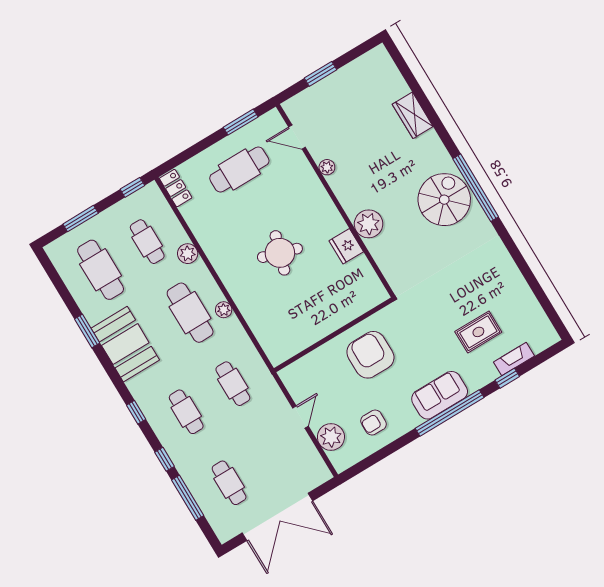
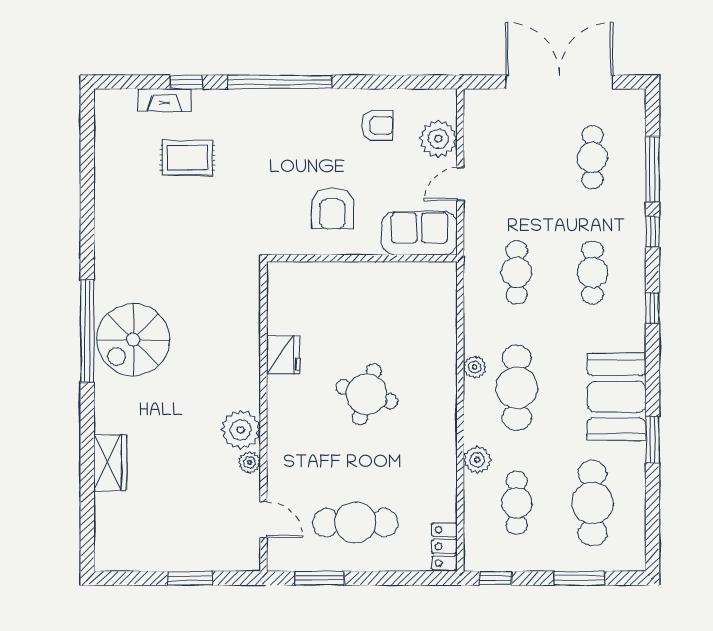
plant: (369, 224) -> (241, 430), moved
armchair: (370, 355) -> (332, 208), width x0.73, depth x0.73
sofa: (440, 395) -> (419, 233), moved, turned 180

